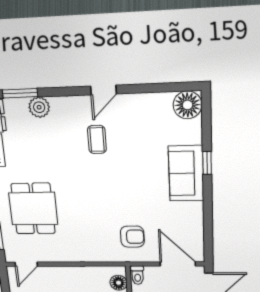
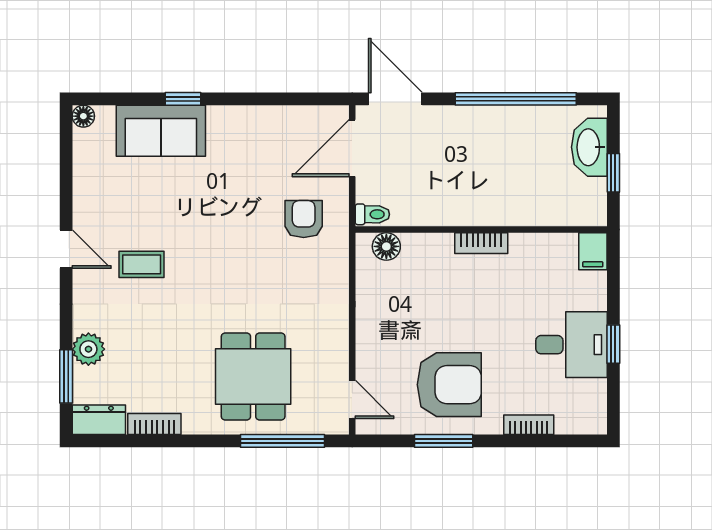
floor lamp: (187, 105) -> (83, 116), width x0.53, depth x0.53
sofa: (186, 173) -> (161, 131), moved
dining table: (33, 209) -> (253, 376), turned 90

